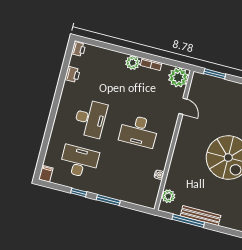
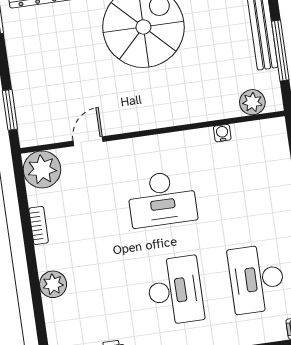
plant: (133, 63) -> (53, 284), moved
desk: (90, 119) -> (175, 291), turned 90
desk: (139, 131) -> (162, 199), turned 90

